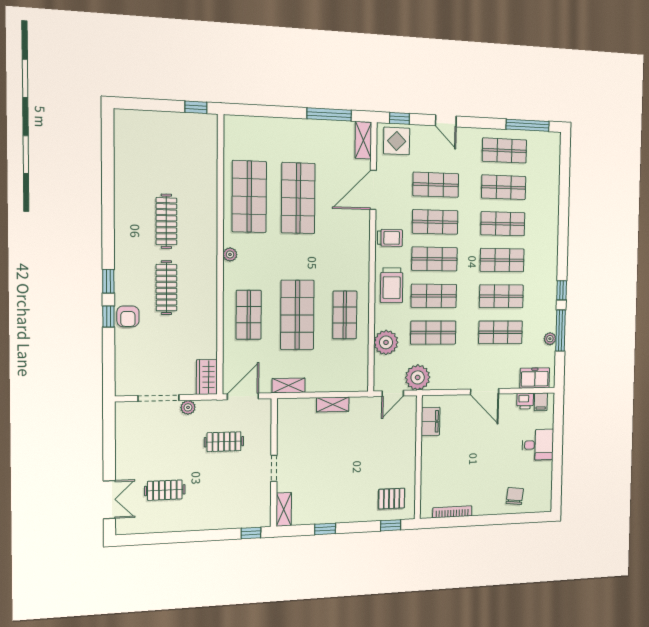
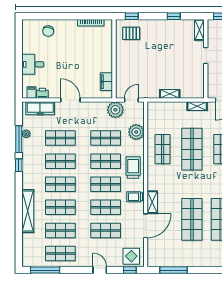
shelving: (363, 140) -> (152, 202), moved
shelving: (550, 219) -> (28, 211), added
freezer: (535, 378) -> (40, 108), width x1.40

